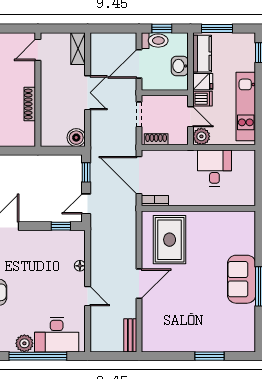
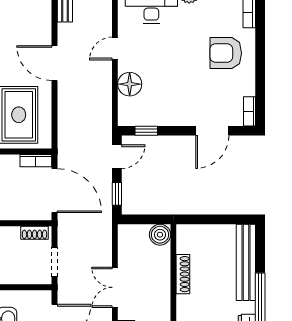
boiler: (76, 138) -> (160, 235), moved
floor lamp: (80, 266) -> (130, 84), width x1.89, depth x1.89
door: (139, 284) -> (55, 63), hinge flipped
door: (88, 296) -> (115, 48), hinge flipped

